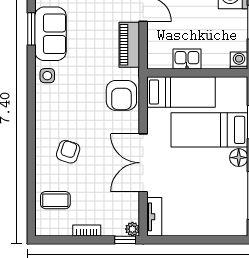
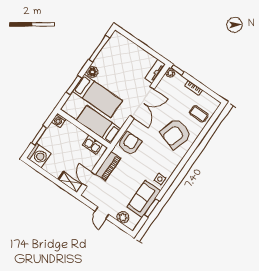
kitchen sink: (187, 59) -> (93, 145), moved
armchair: (68, 152) -> (176, 134), width x1.88, depth x1.88

